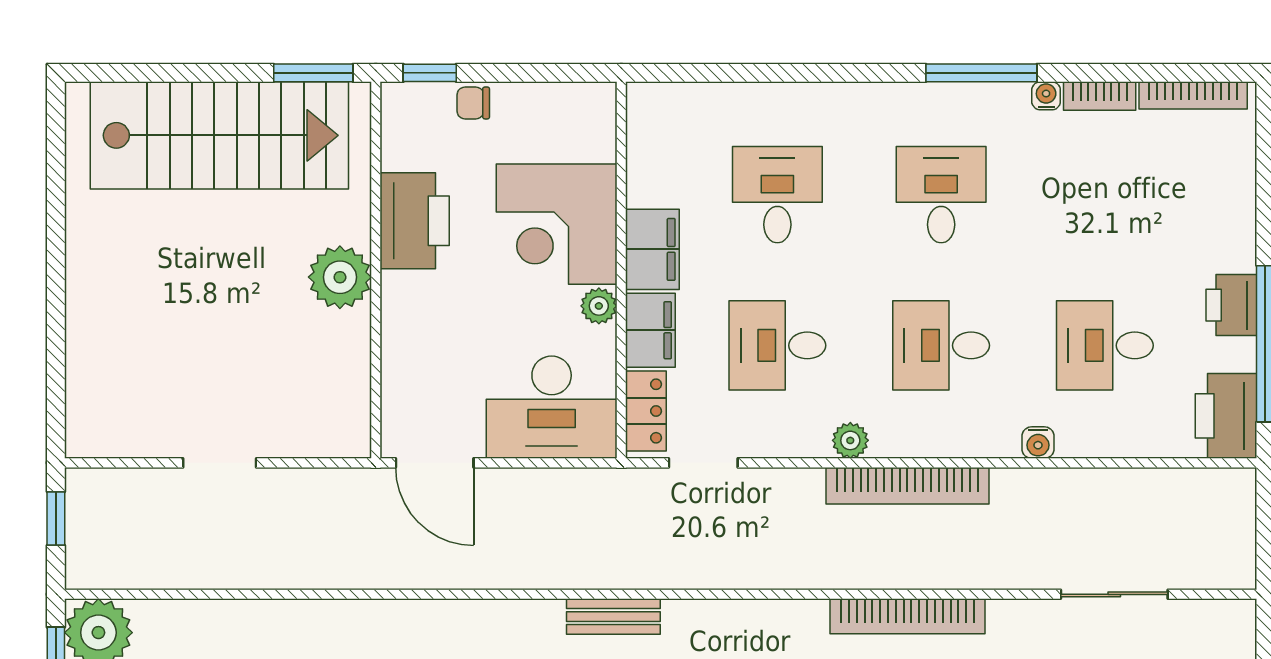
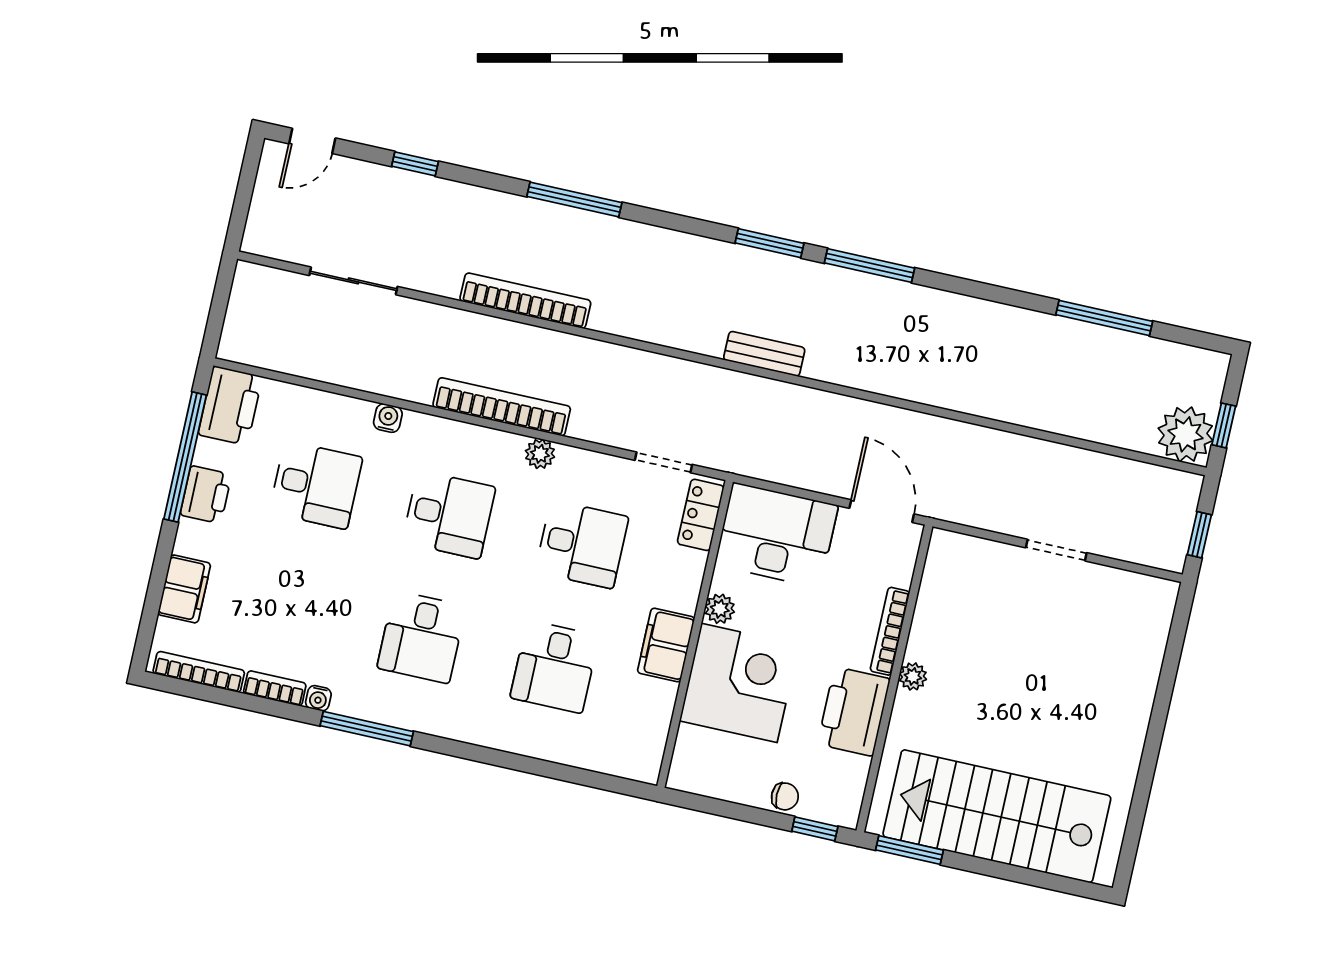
plant: (340, 277) -> (913, 676), width x0.53, depth x0.53
bookcase: (393, 324) -> (890, 631), added
filing cabinet: (650, 330) -> (184, 589), moved, turned 180

